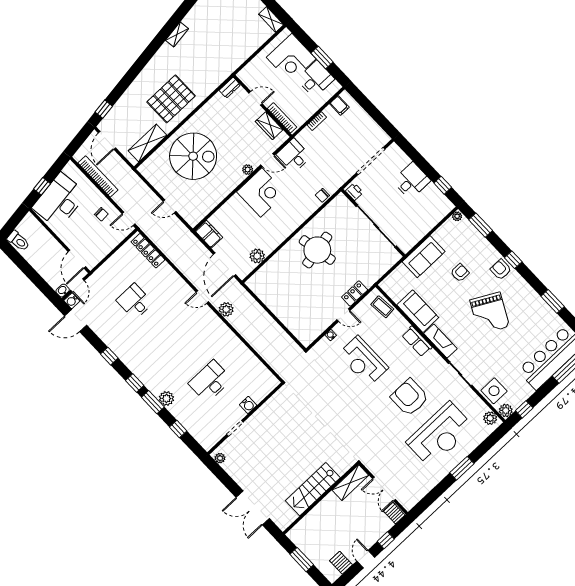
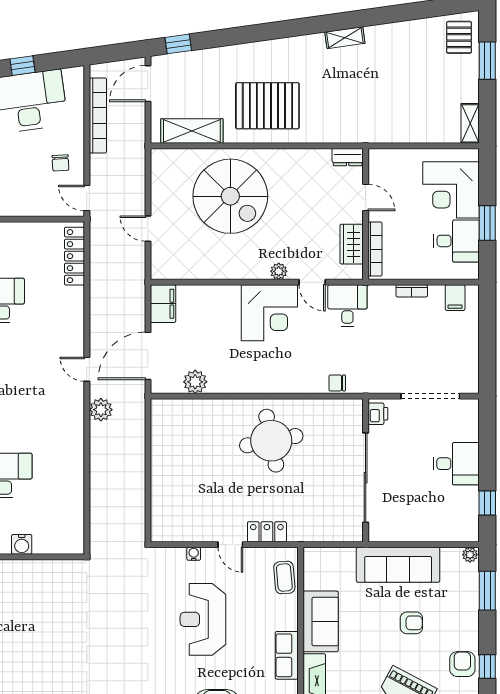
sofa: (424, 257) -> (398, 565), width x1.36

